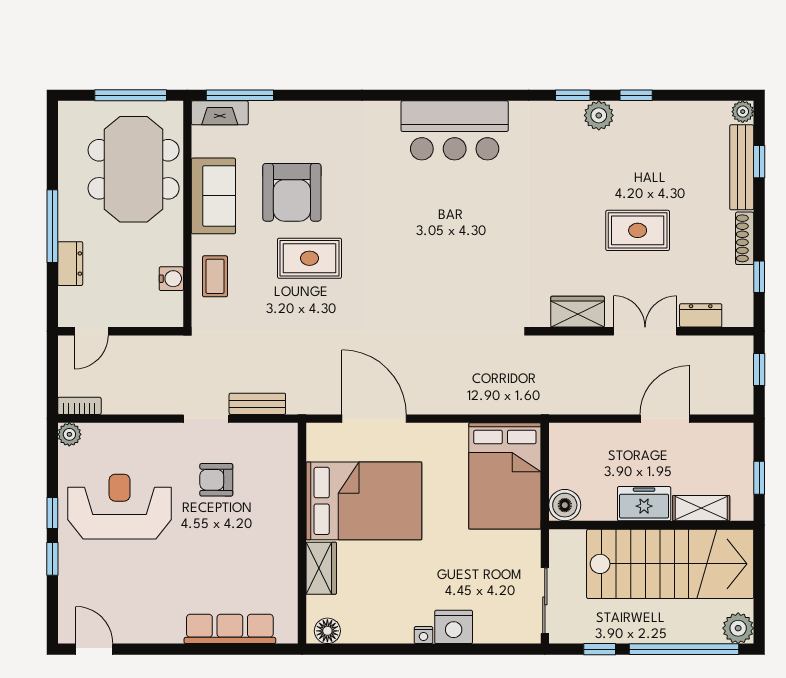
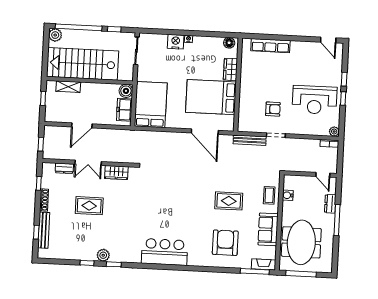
plant: (743, 112) -> (42, 254), removed
armchair: (292, 192) -> (225, 243), moved
door: (91, 331) -> (323, 175), swing flipped
bench: (257, 404) -> (250, 140), width x1.36
freezer: (644, 504) -> (124, 110), moved, turned 90

